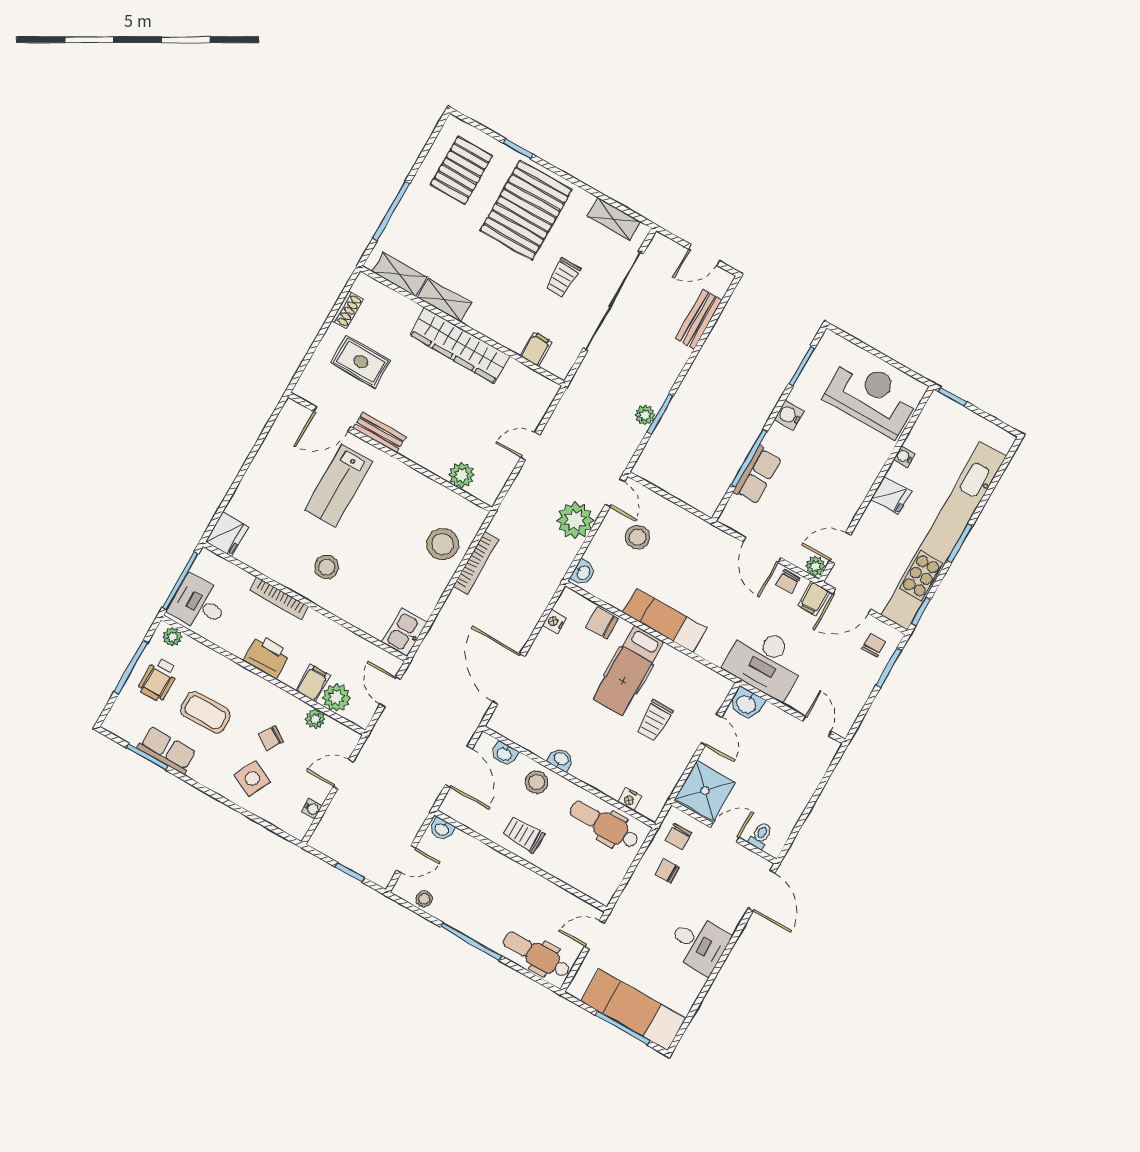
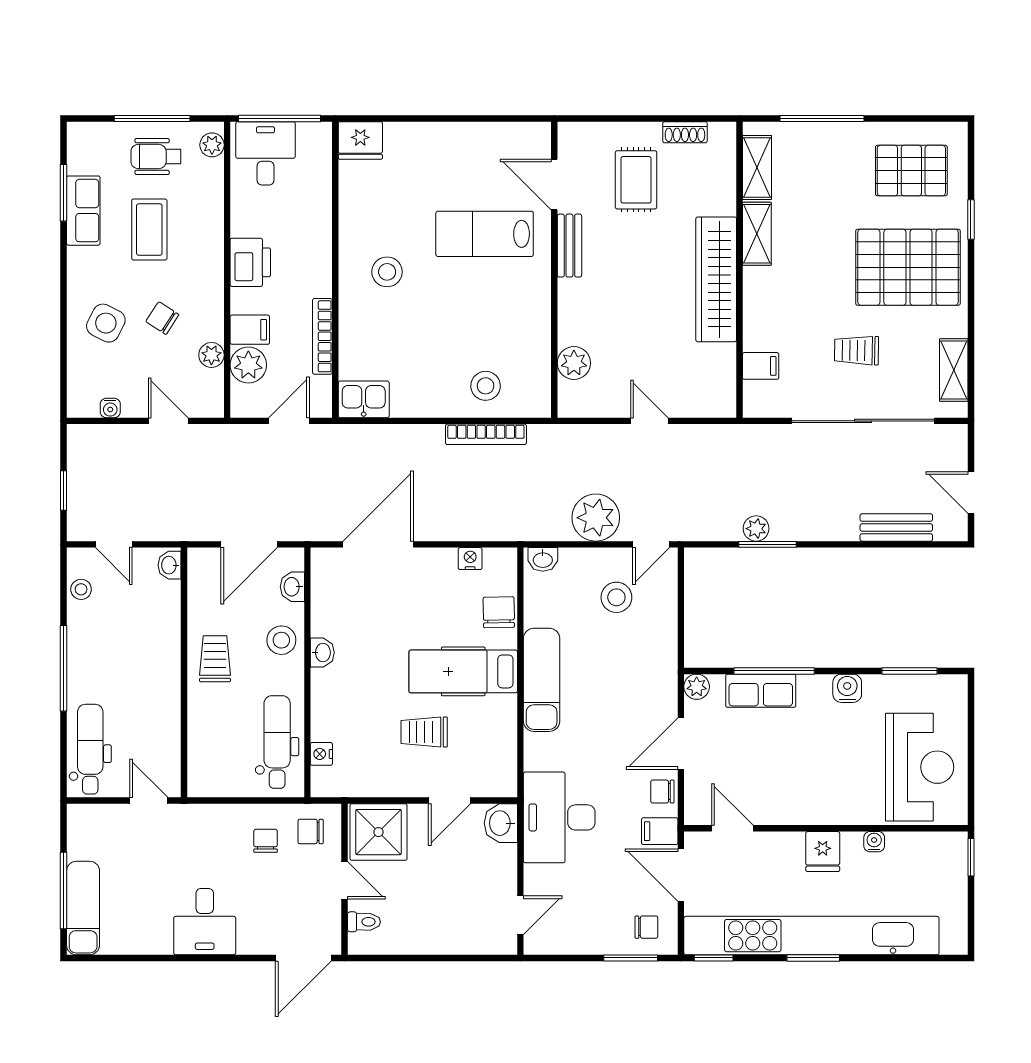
stool: (443, 544) -> (486, 386), width x0.73, depth x0.73
plant: (815, 566) -> (697, 687), moved
bookcase: (279, 598) -> (322, 336), moved
exam couch: (633, 1010) -> (83, 908), width x0.73, depth x0.69

